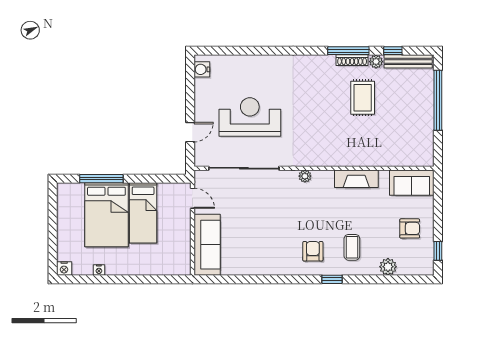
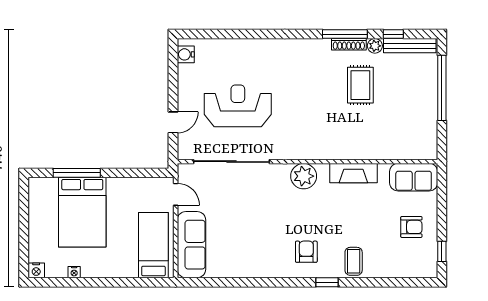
plant: (305, 176) -> (304, 176), width x1.87, depth x1.87
bed: (143, 213) -> (153, 245), moved, turned 180
coffee table: (352, 247) -> (354, 261), moved
plant: (388, 267) -> (388, 269), removed

